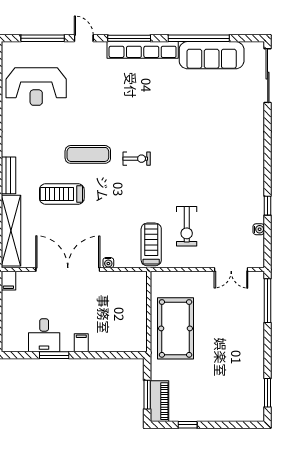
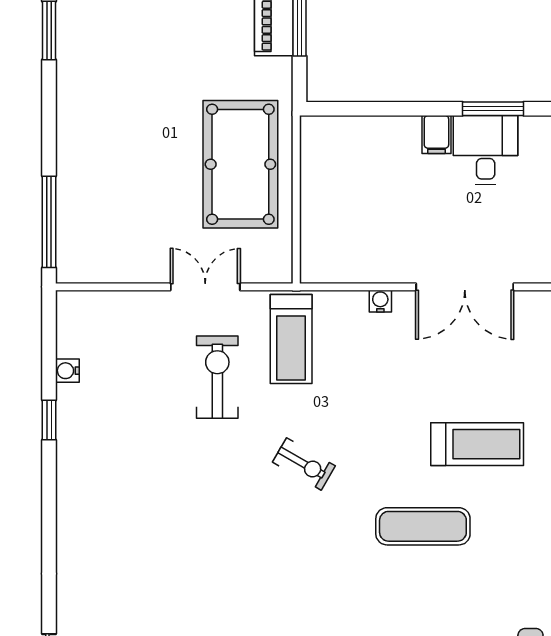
exercise bike: (137, 159) -> (304, 464), moved, turned -150
double door: (68, 270) -> (465, 287), width x0.73
double door: (231, 270) -> (205, 287), moved
desk: (44, 335) -> (486, 150), moved

